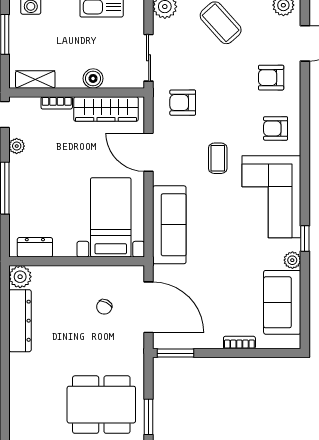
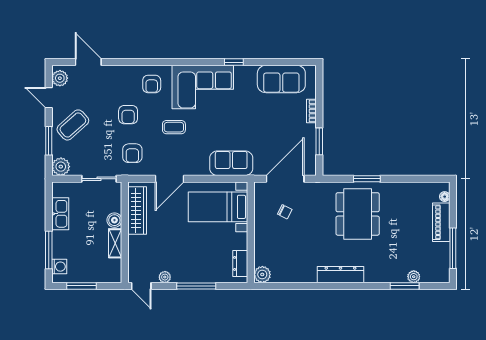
armchair: (271, 78) -> (128, 115), moved
shelving: (35, 79) -> (115, 243), moved
bookcase: (57, 103) -> (133, 247), removed
sofa: (169, 225) -> (231, 163), width x0.73
plant: (292, 260) -> (250, 72), removed
dresser: (20, 321) -> (340, 275), moved
window: (176, 353) -> (319, 141), moved

